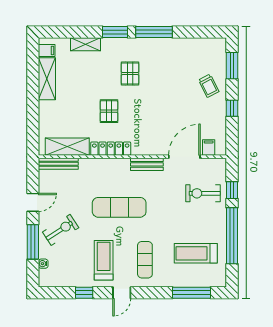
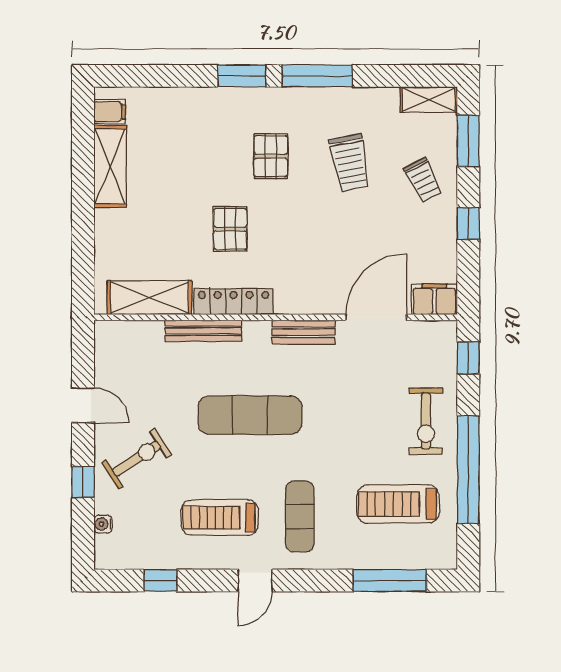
shelving: (85, 44) -> (429, 100), moved
trolley: (171, 77) -> (350, 163), added
filing cabinet: (209, 148) -> (434, 299), width x2.00
bench: (58, 164) -> (203, 331), moved
window: (232, 190) -> (468, 358), moved
exercise bike: (203, 193) -> (426, 421), moved, turned -90
door: (33, 202) -> (83, 405), hinge flipped
window: (33, 242) -> (83, 482), width x0.46
treadmill: (104, 260) -> (220, 518), turned -90
window: (84, 293) -> (160, 581), moved

